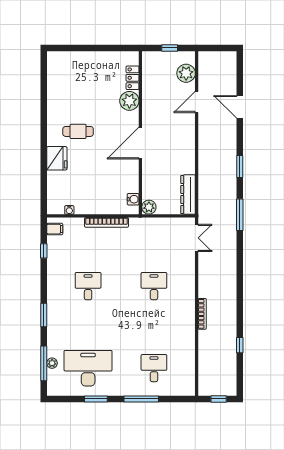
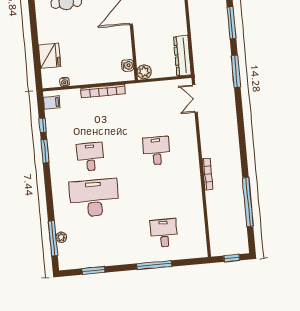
fridge: (57, 158) -> (50, 56), moved
window: (240, 166) -> (232, 23), width x1.44
double door: (197, 238) -> (195, 98), swing flipped
window: (44, 315) -> (45, 151), moved
window: (240, 345) -> (248, 202), width x3.17
desk: (88, 368) -> (94, 198), moved
window: (96, 399) -> (93, 271), moved

